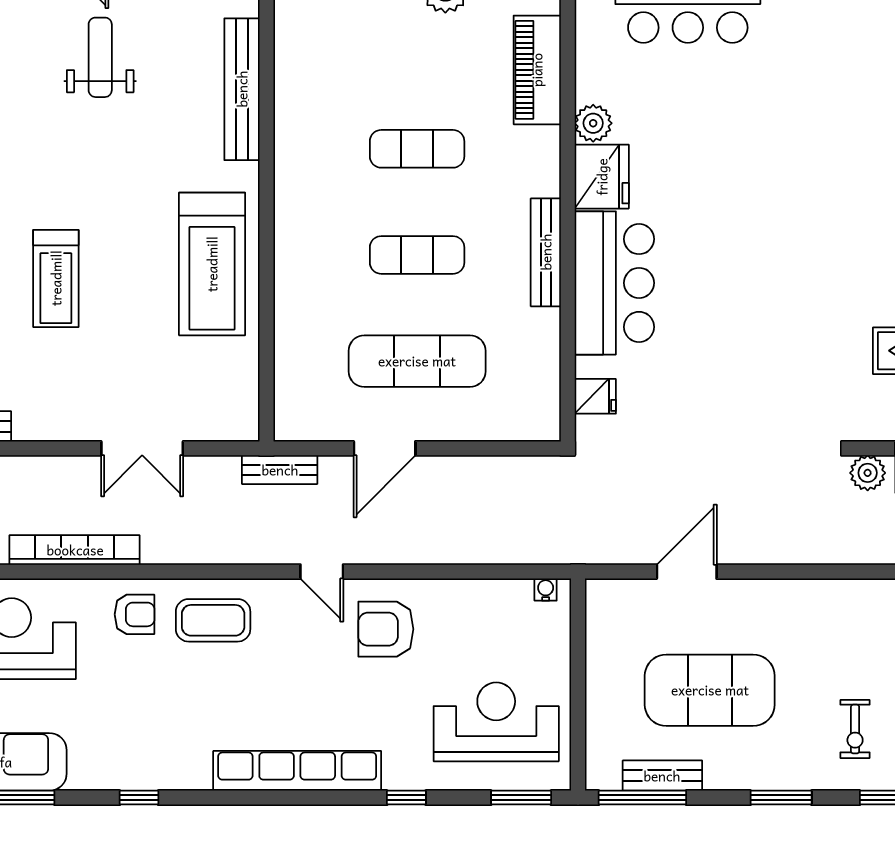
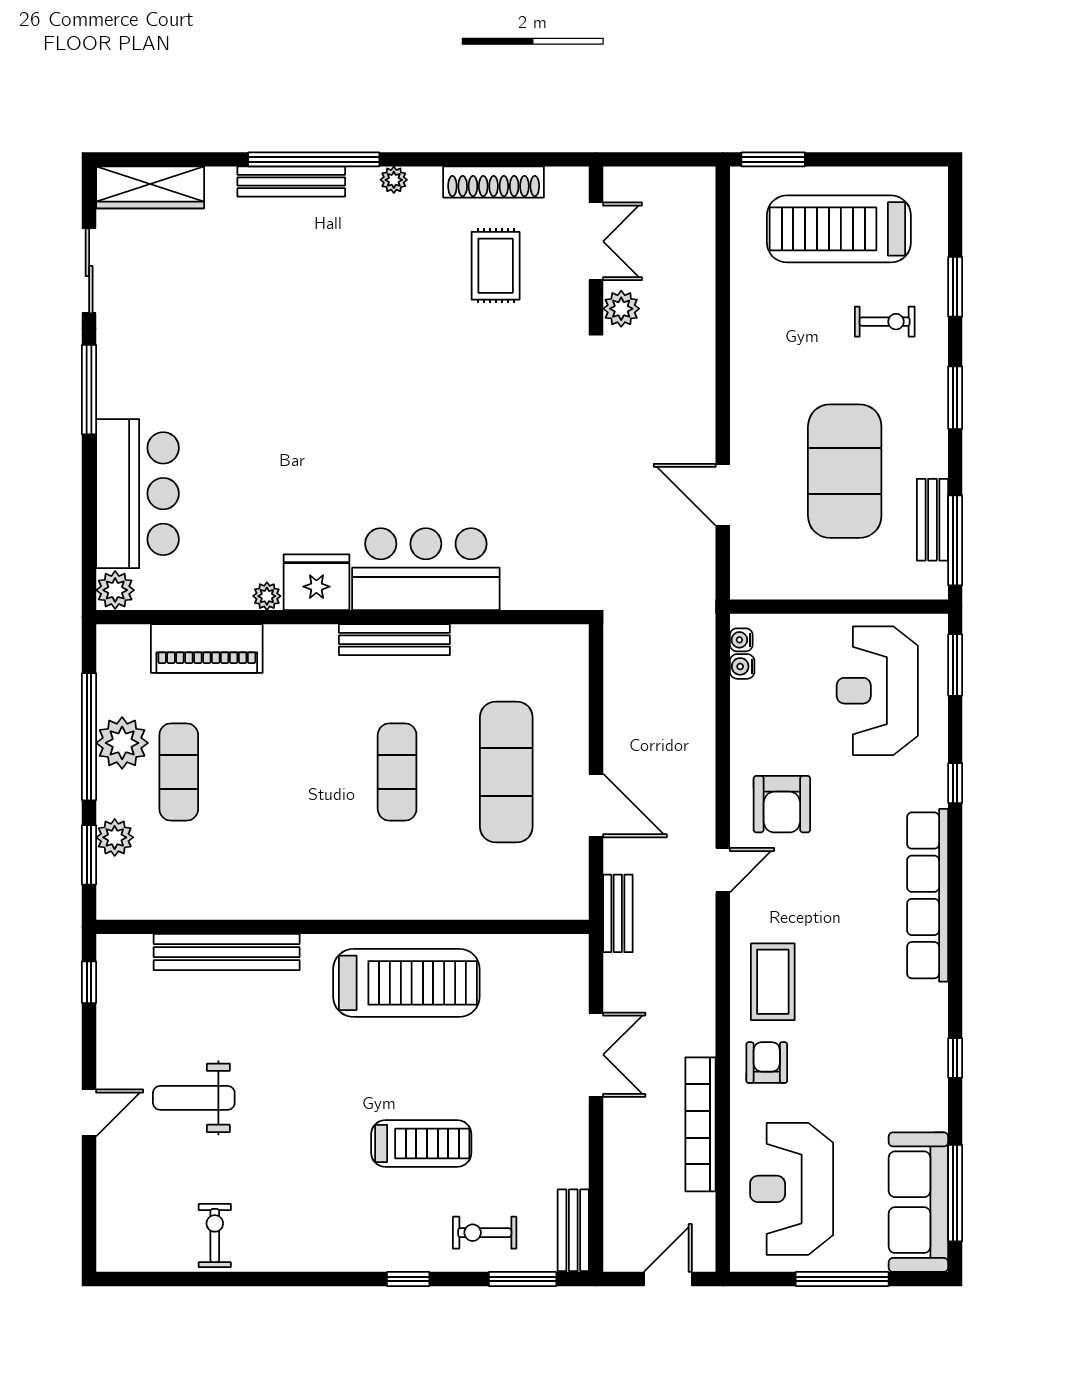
plant: (593, 123) -> (267, 596), width x0.73, depth x0.73
exercise mat: (417, 149) -> (179, 772), moved
fridge: (595, 396) -> (542, 589), removed
water cooler: (520, 590) -> (742, 666), added

